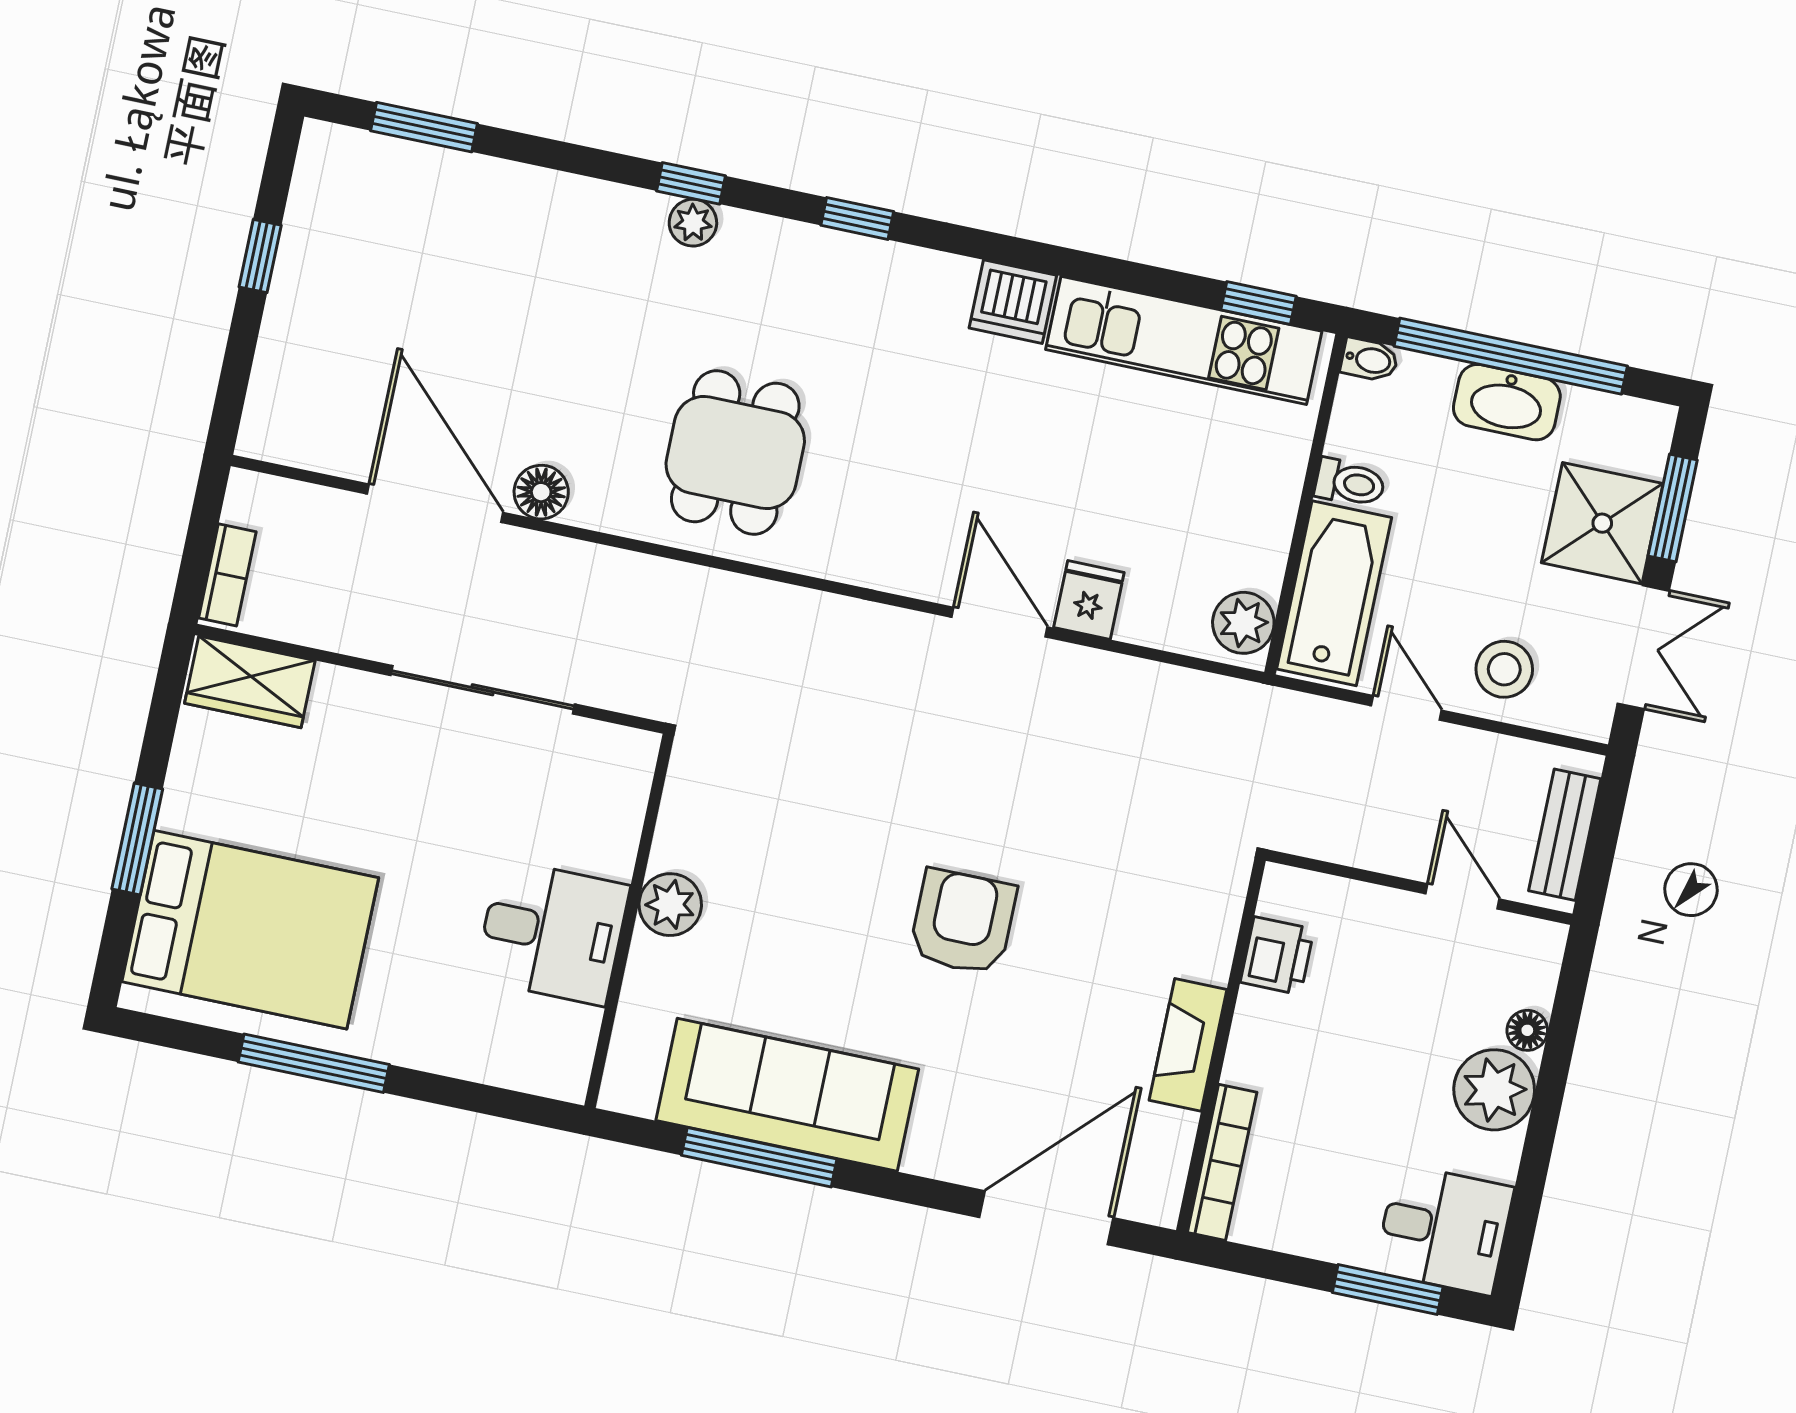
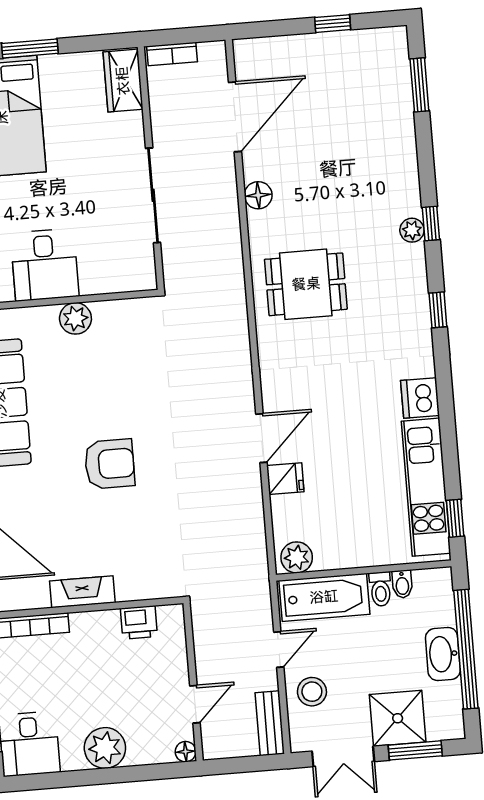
bidet: (1369, 360) -> (402, 584), moved
door: (435, 503) -> (235, 117), moved
bench: (1565, 835) -> (270, 723), moved, turned 90
floor lamp: (1527, 1030) -> (186, 752), moved

